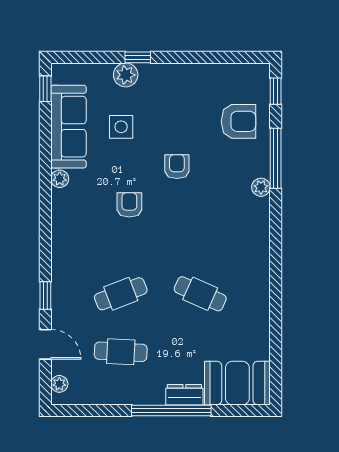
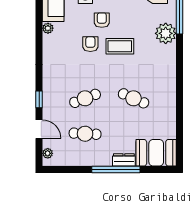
armchair: (177, 167) -> (102, 20), moved
plant: (261, 187) -> (166, 33), width x1.87, depth x1.87
coffee table: (178, 208) -> (120, 46), added

